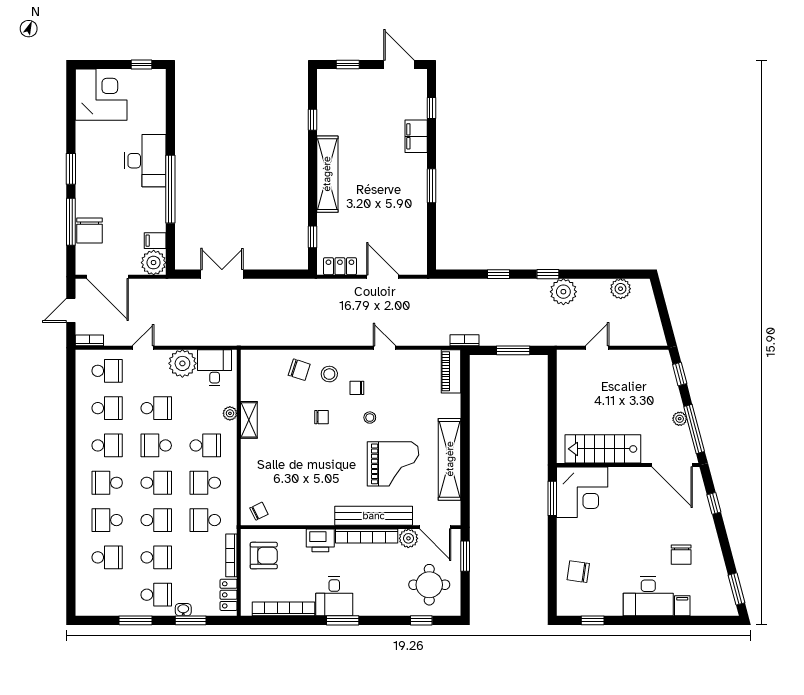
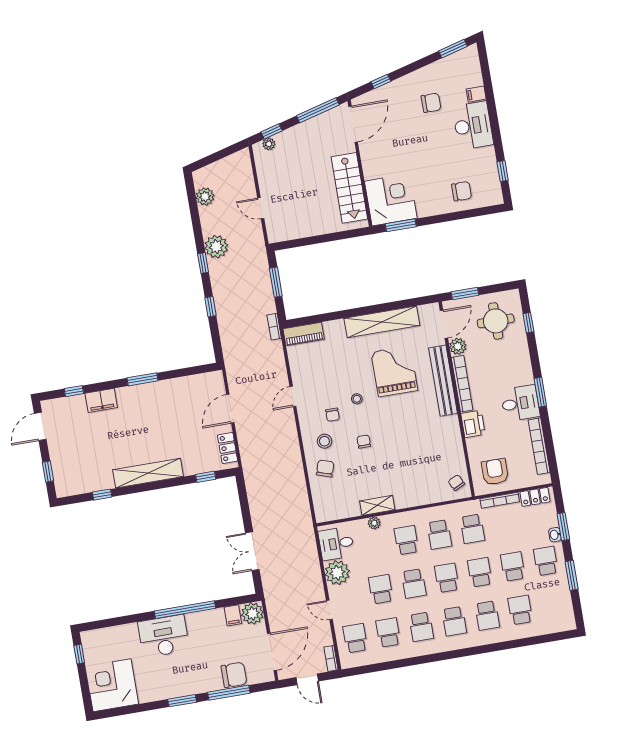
plant: (680, 419) -> (269, 144), moved
school desk: (107, 445) -> (421, 627), turned 180
chair: (578, 572) -> (462, 191), turned -98

